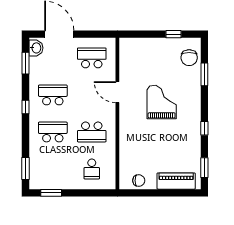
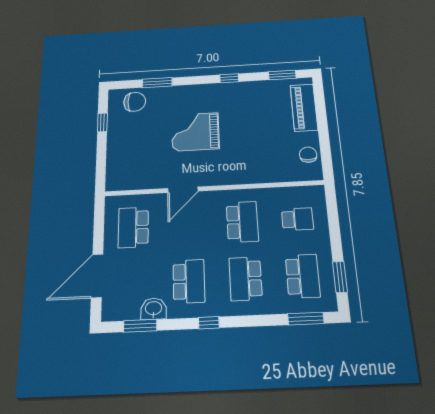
washbasin: (36, 48) -> (154, 309), moved
school desk: (53, 95) -> (189, 281), turned 180
school desk: (53, 169) -> (303, 276), added

